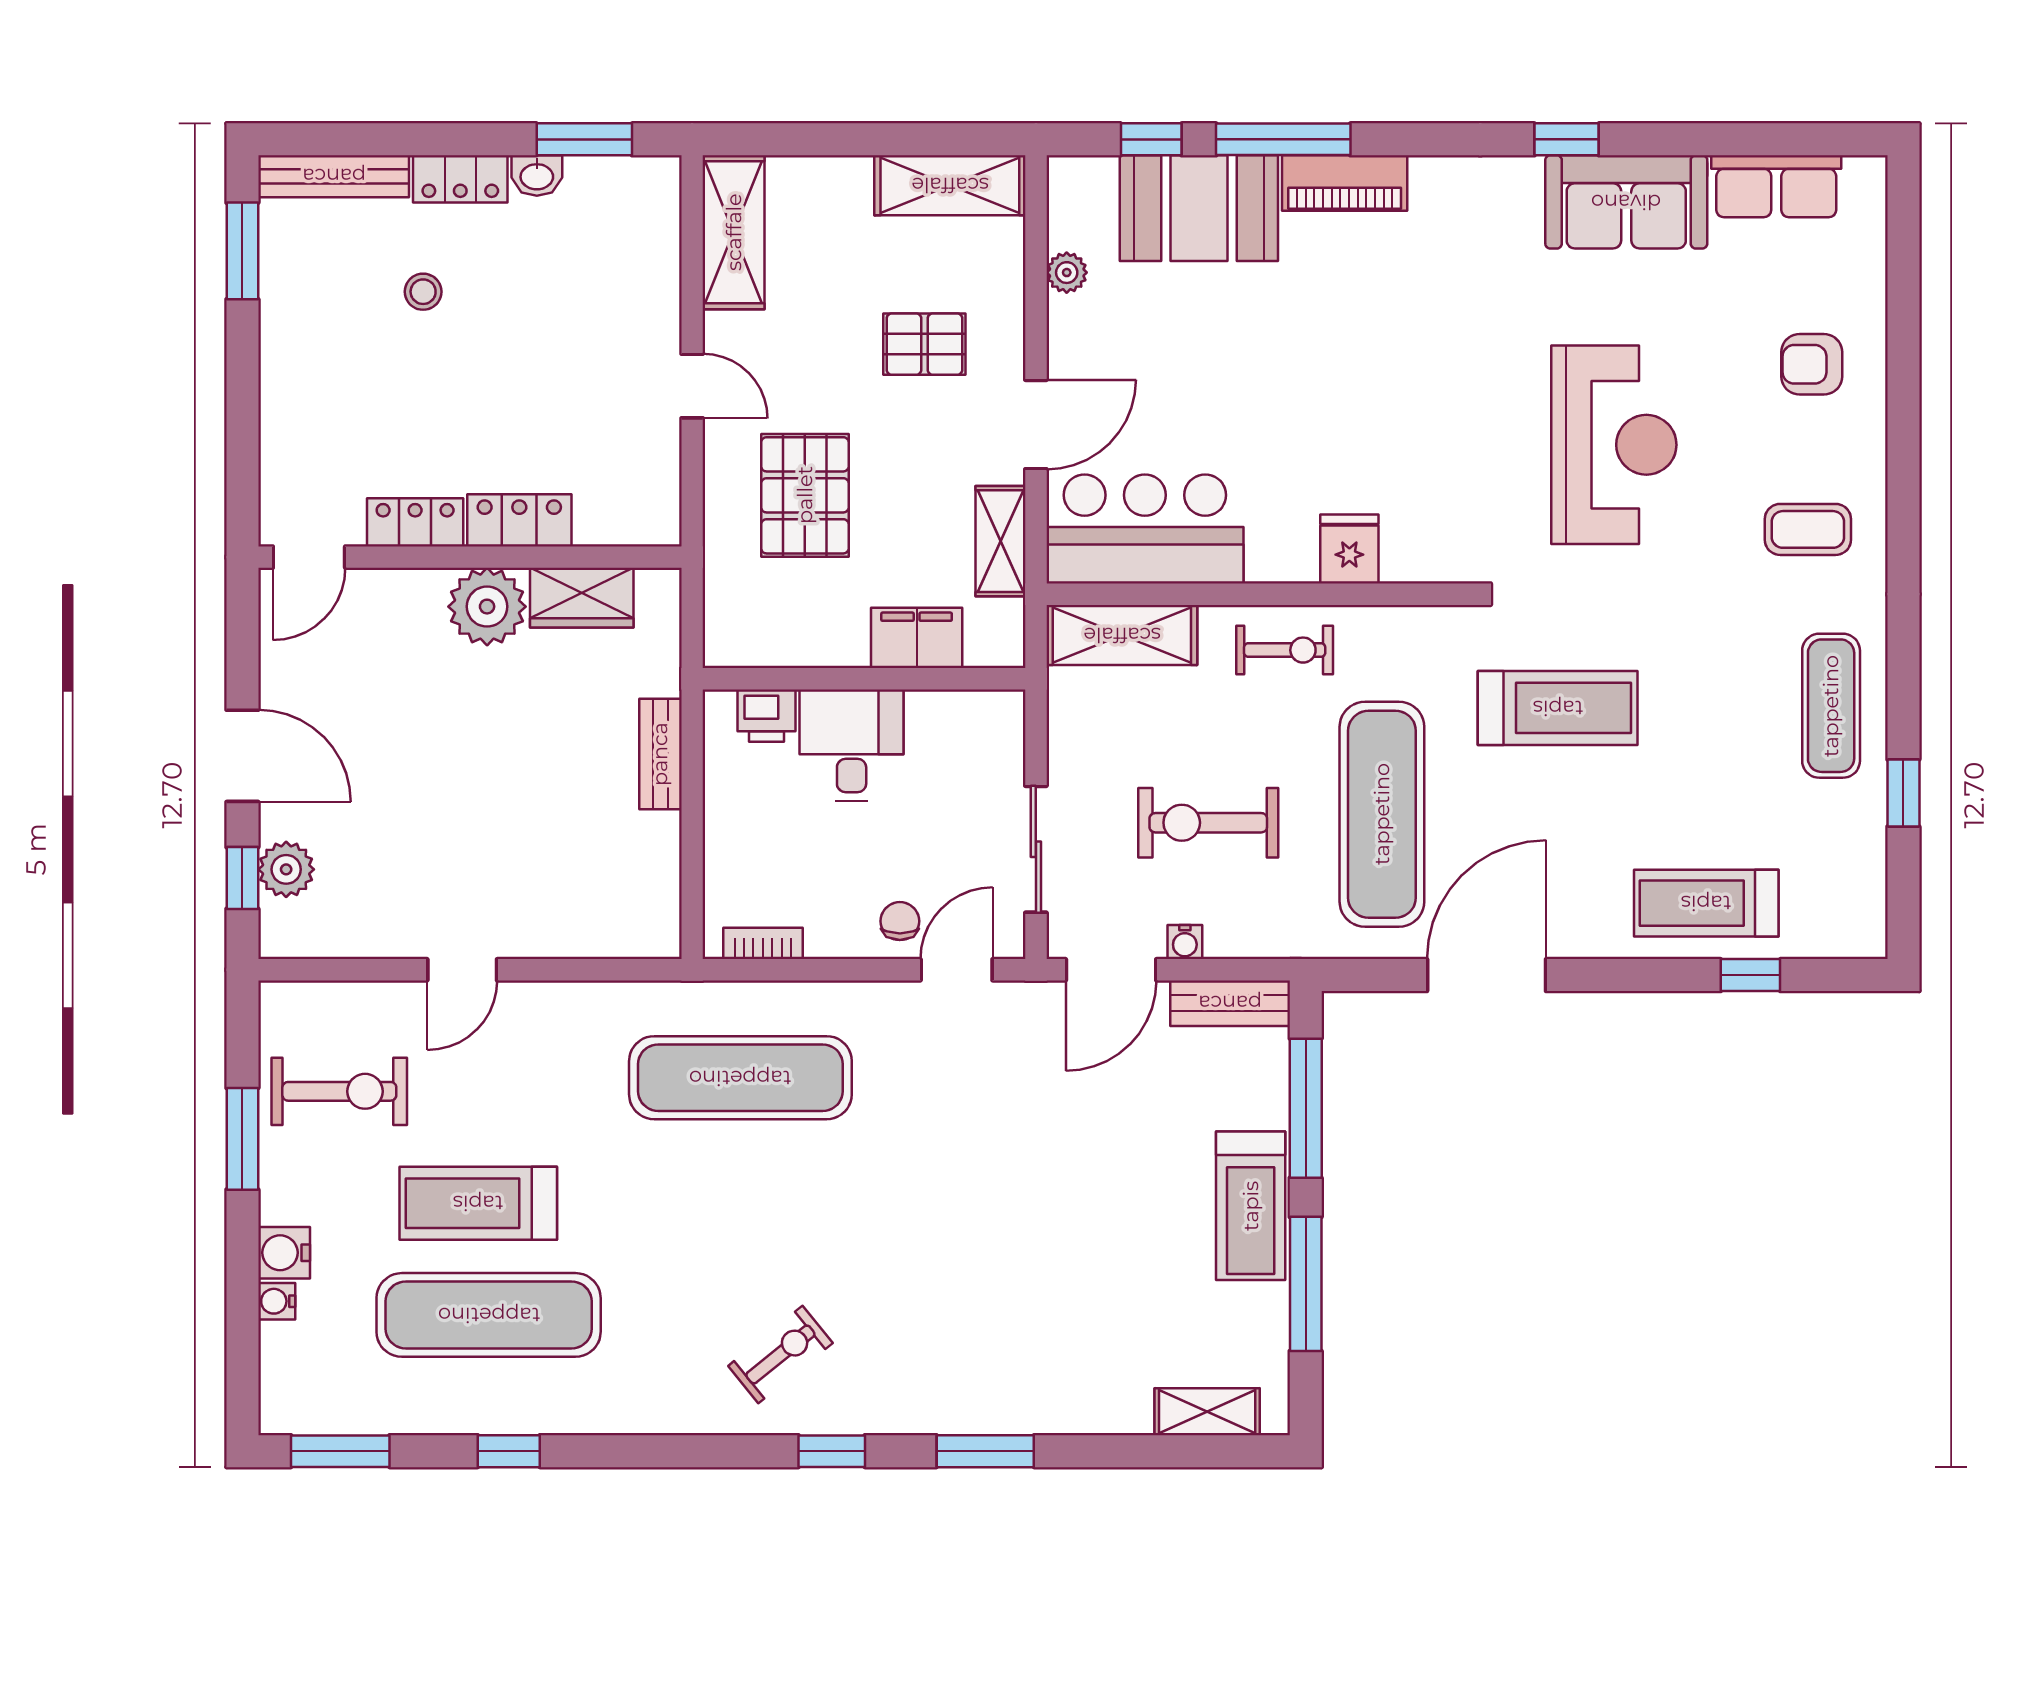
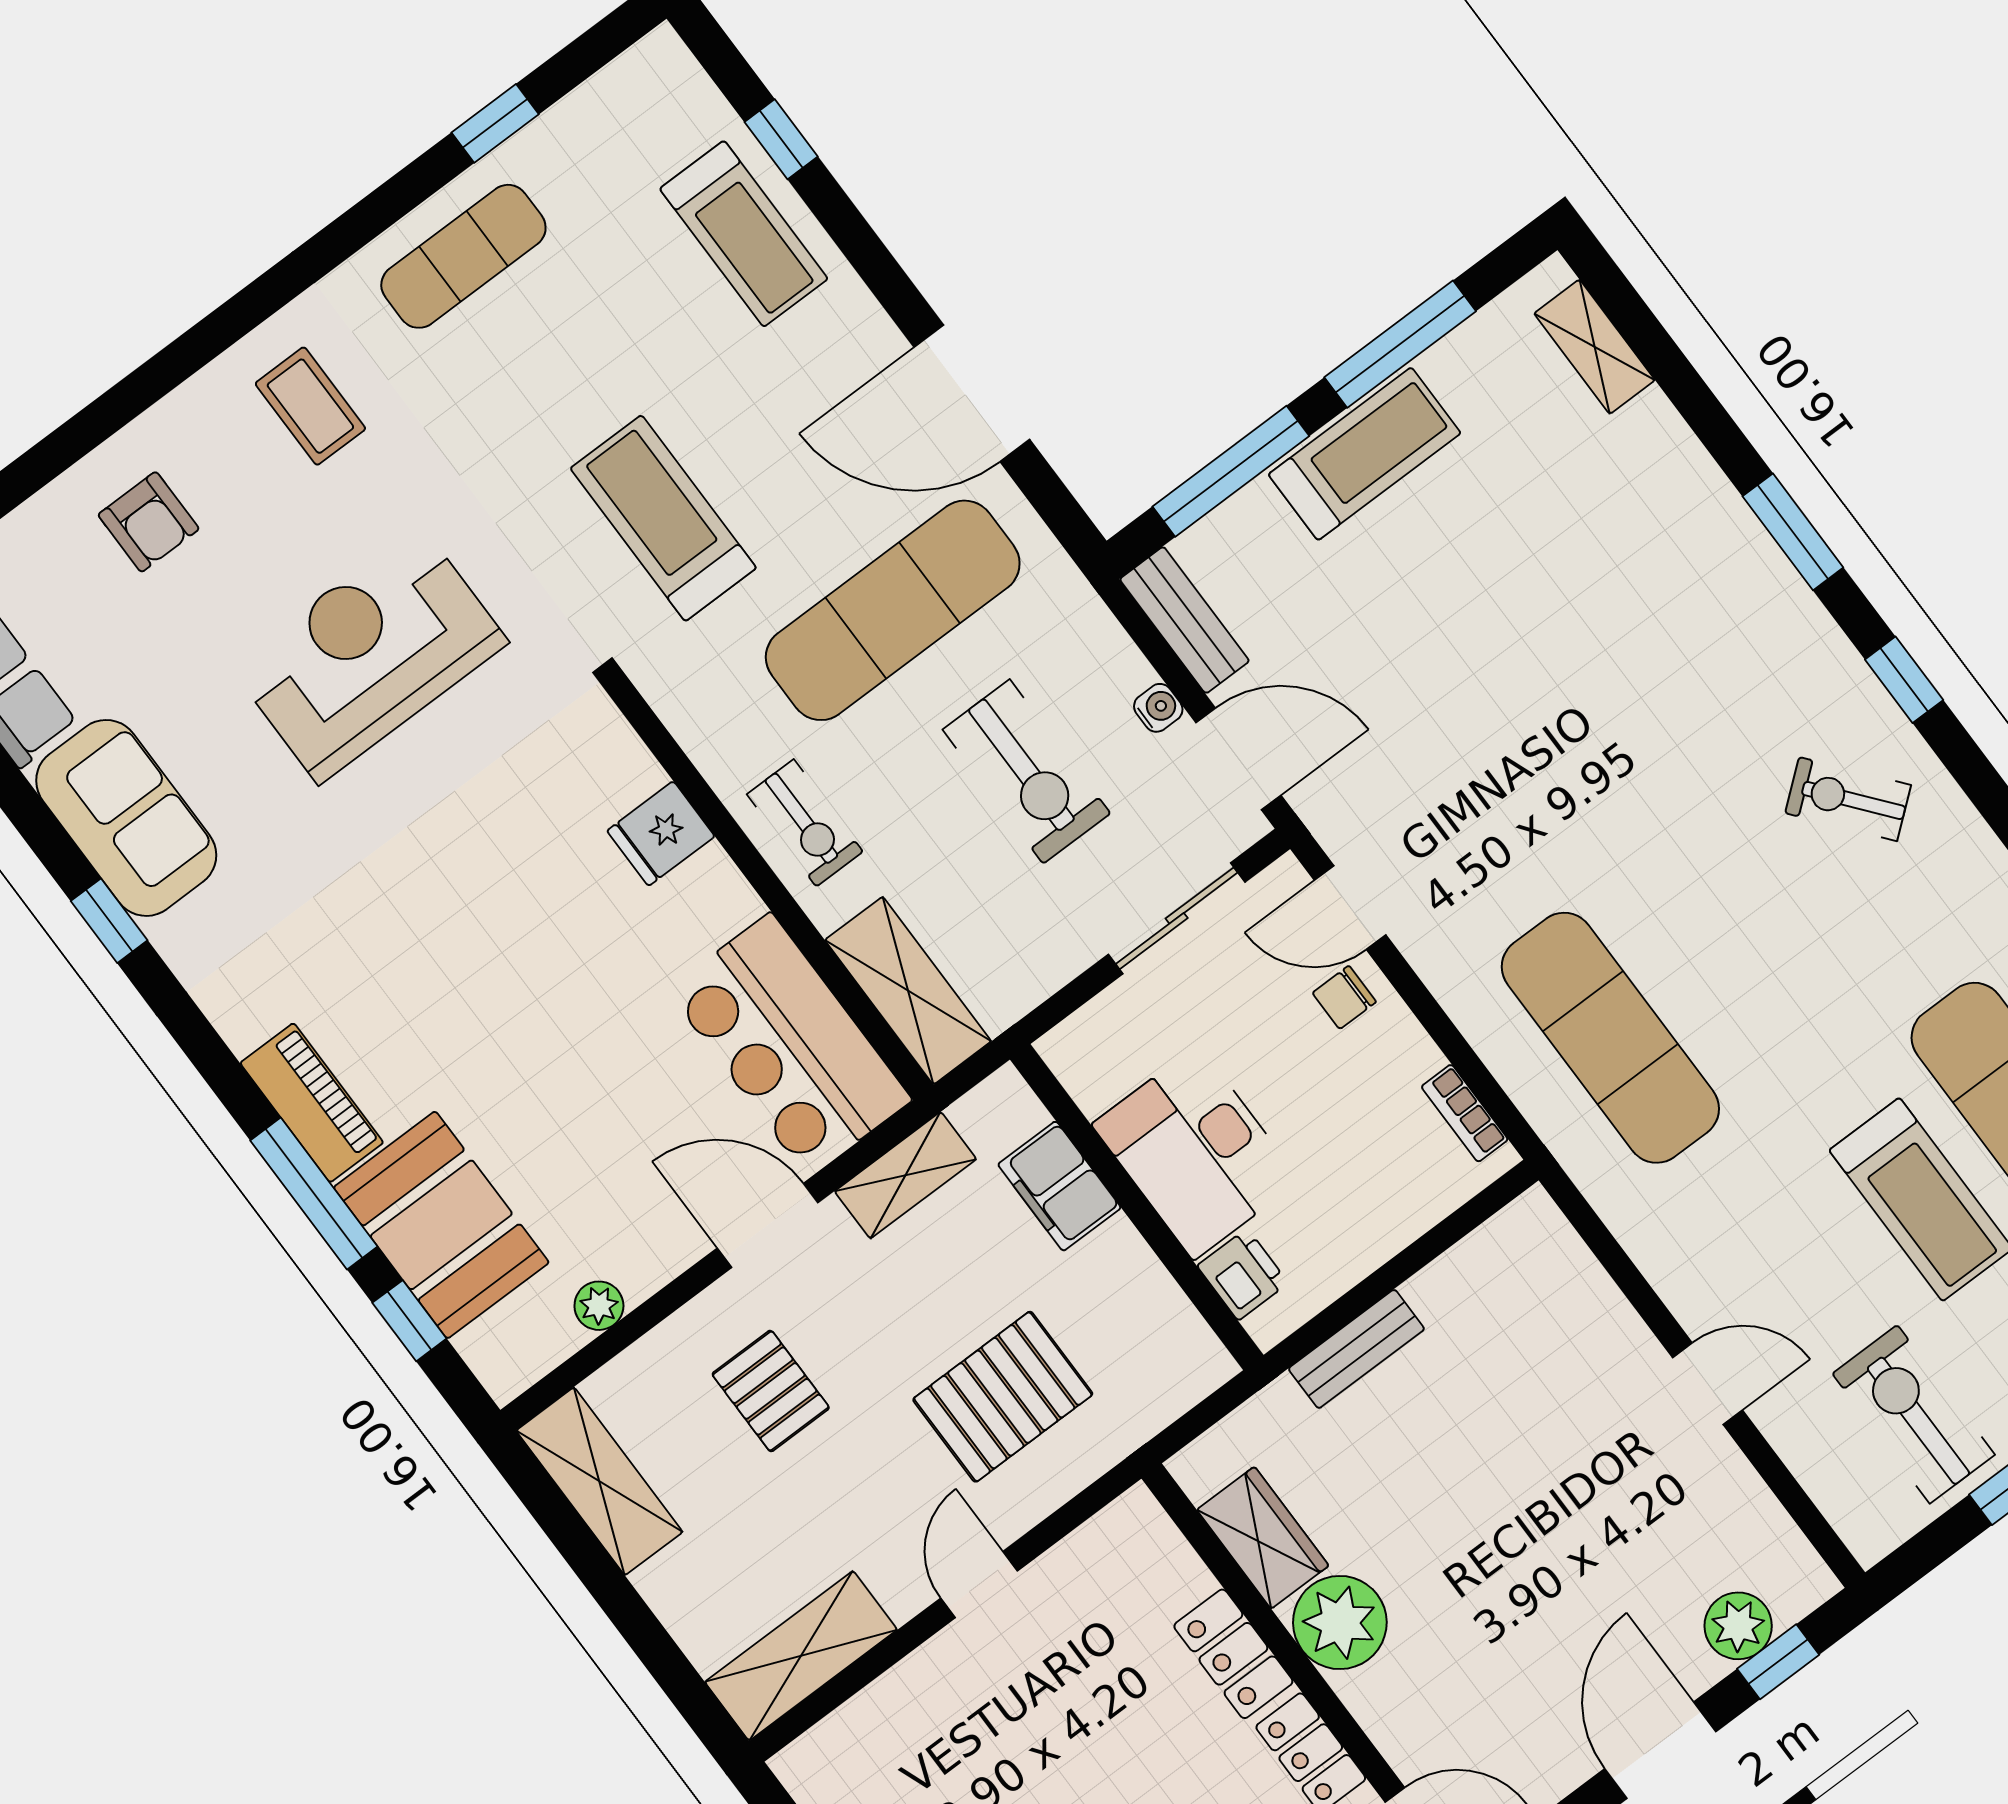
exercise bike: (1285, 650) -> (805, 823), turned 180
desk: (852, 745) -> (1196, 1152), width x1.37

